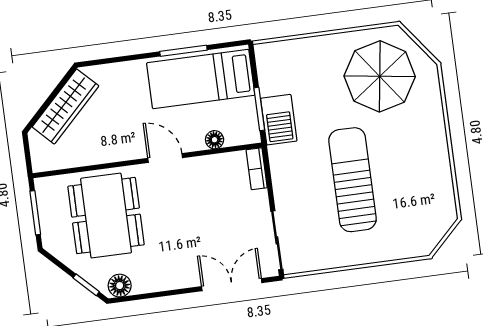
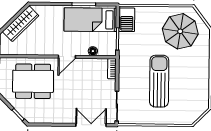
barbecue: (279, 120) -> (127, 20), moved
door: (165, 158) -> (67, 57), swing flipped
dining table: (106, 216) -> (33, 81), turned 90
floor lamp: (120, 286) -> (35, 117), removed

